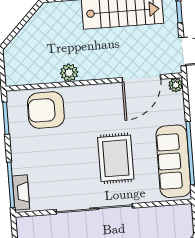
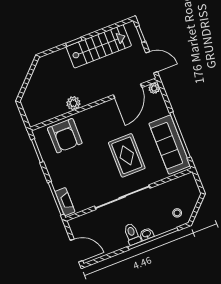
armchair: (46, 110) -> (65, 136), turned -90

